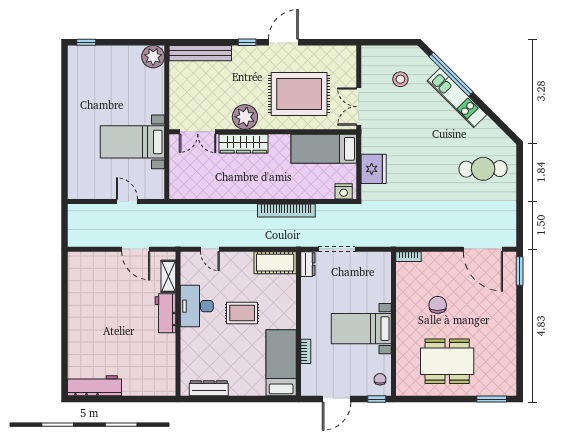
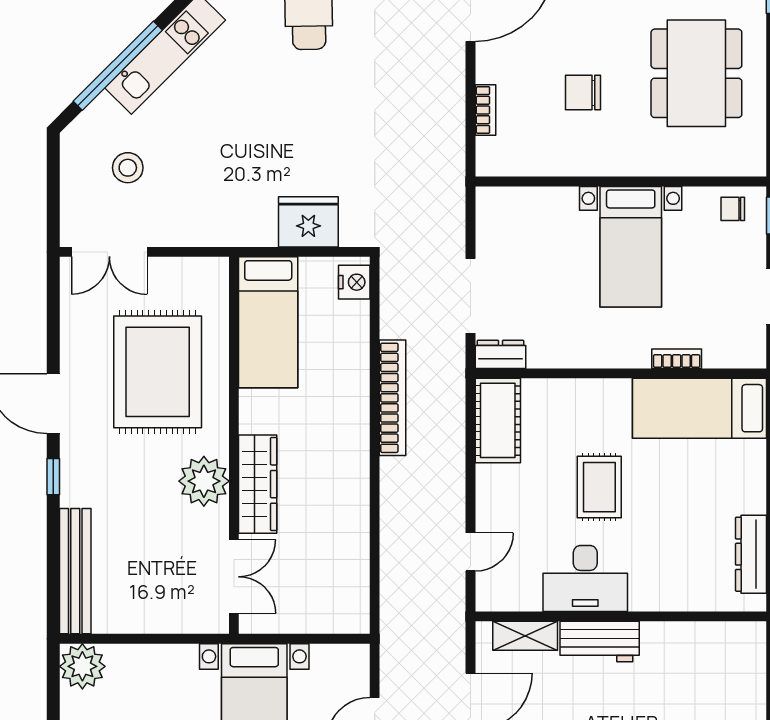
double door: (359, 107) -> (109, 252), moved
bookcase: (408, 257) -> (485, 110), moved

